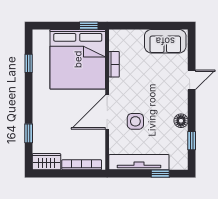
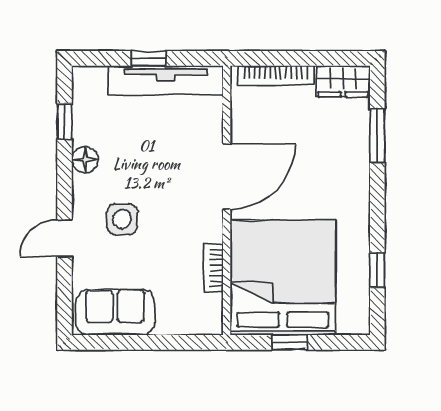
window: (89, 26) -> (289, 342), moved
side table: (135, 121) -> (122, 219), moved
window: (29, 133) -> (377, 136), width x1.50
window: (160, 174) -> (148, 58), moved

